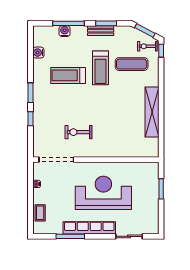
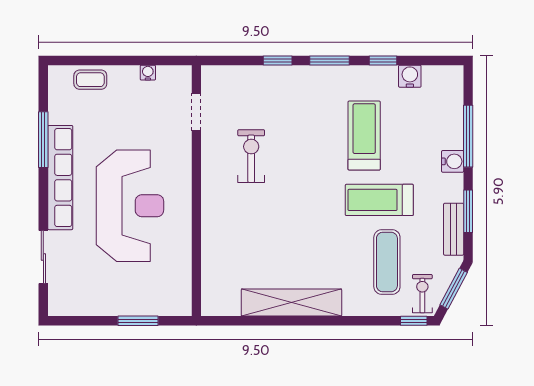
water cooler: (65, 31) -> (453, 161), moved
bench: (101, 31) -> (454, 229), moved
window: (30, 66) -> (383, 60), added
doorway: (56, 160) -> (196, 112), width x0.53

